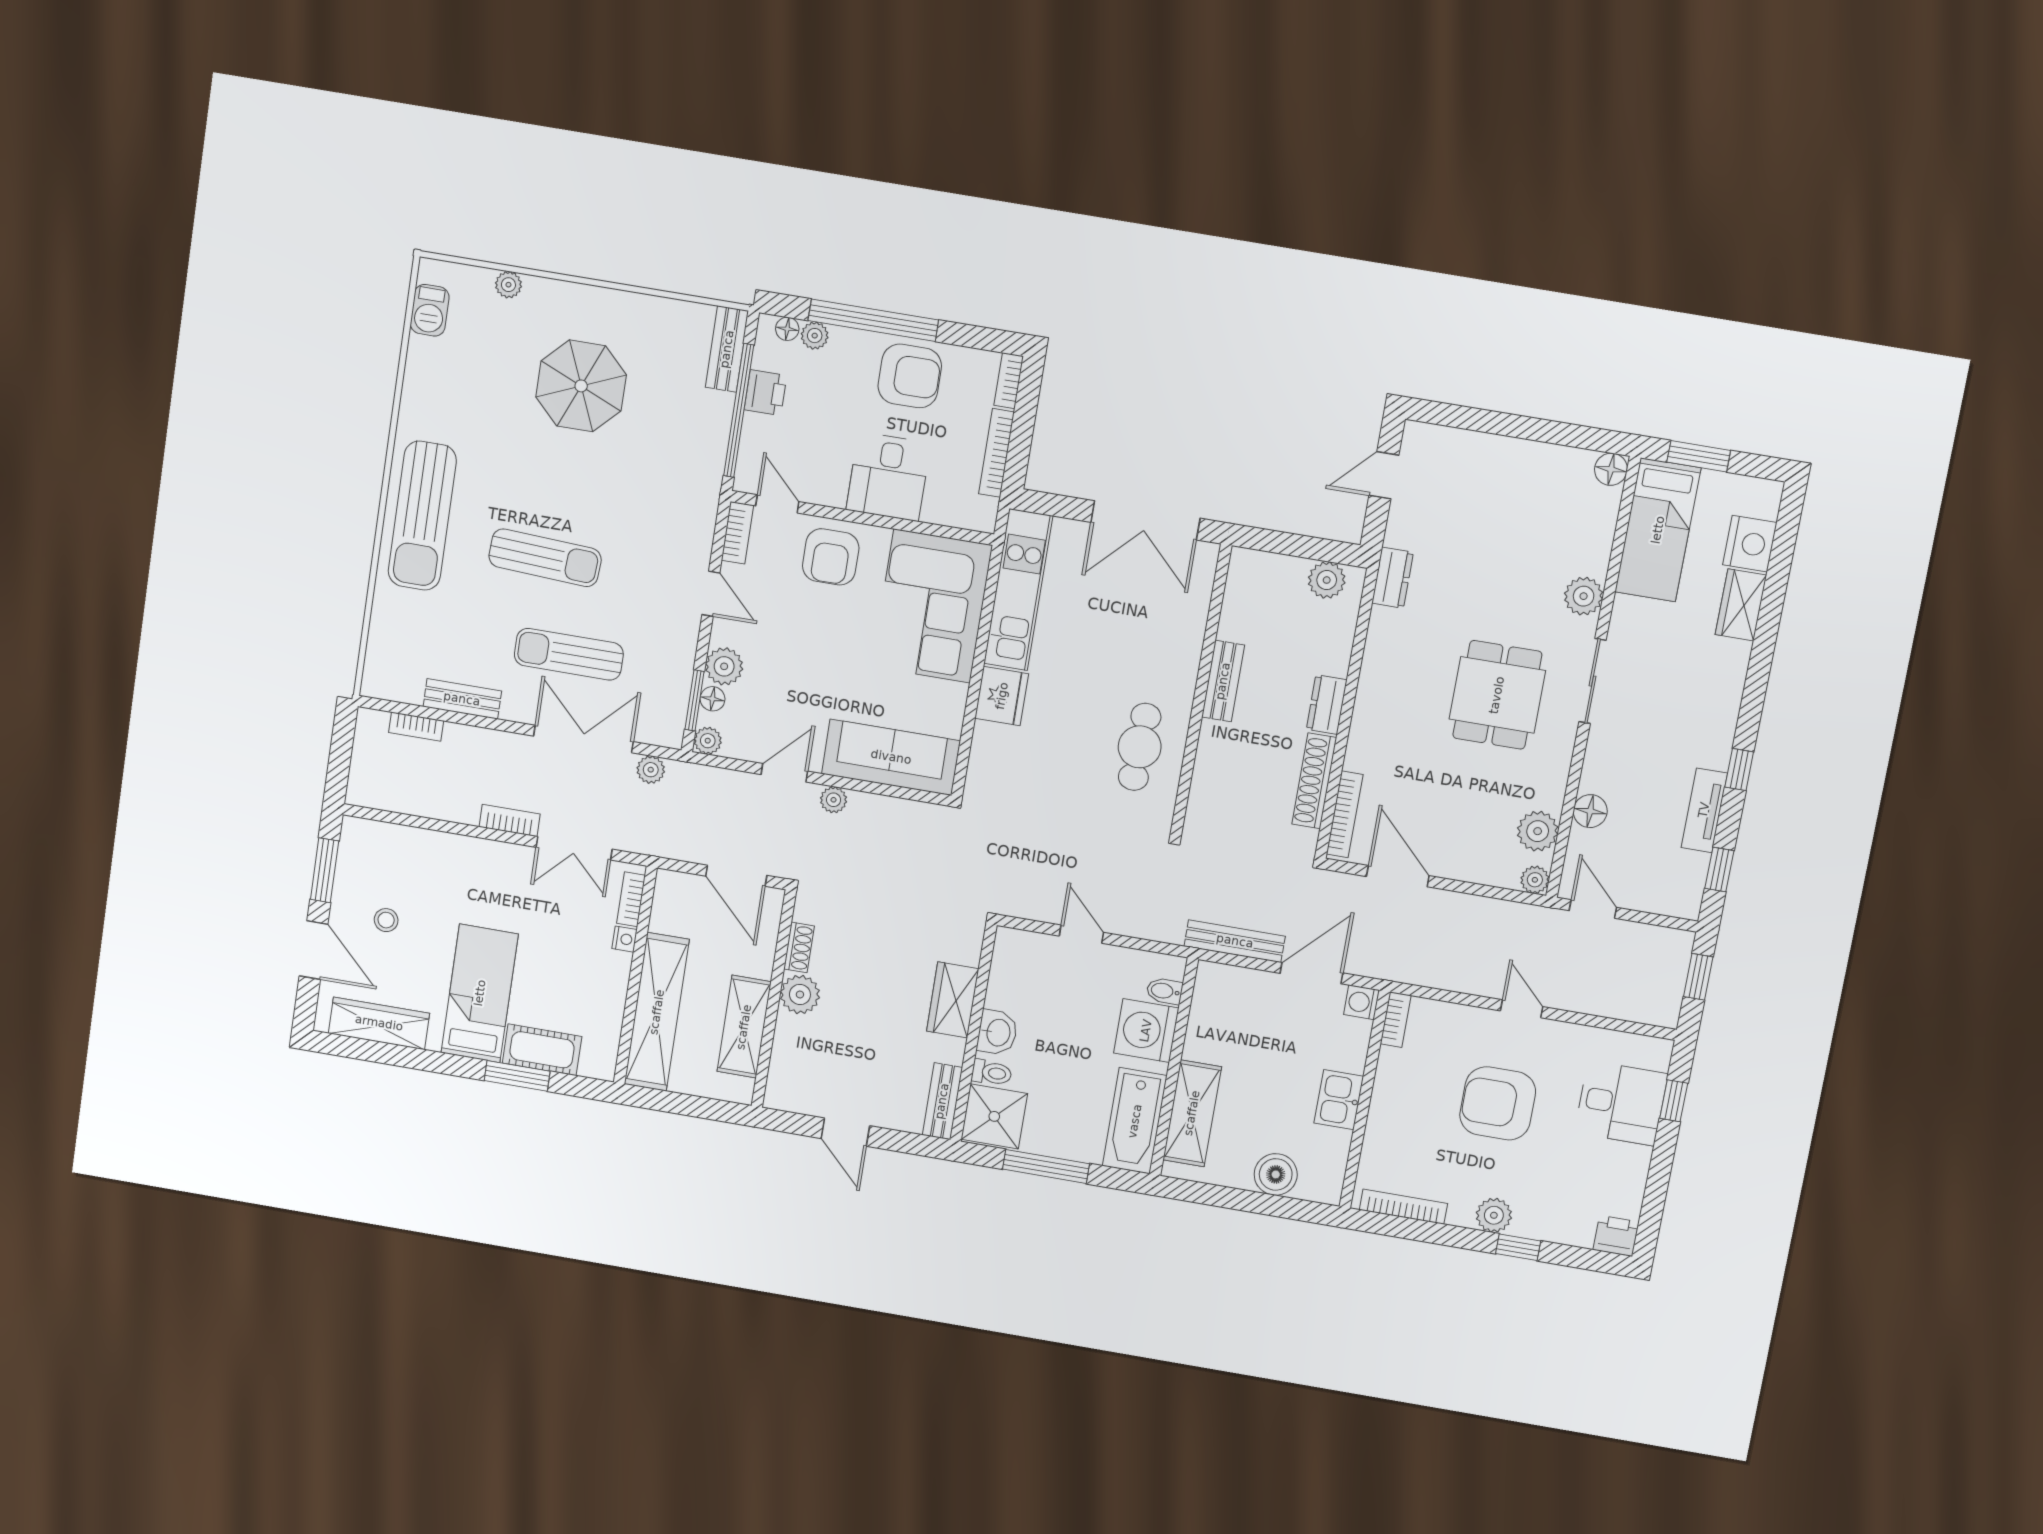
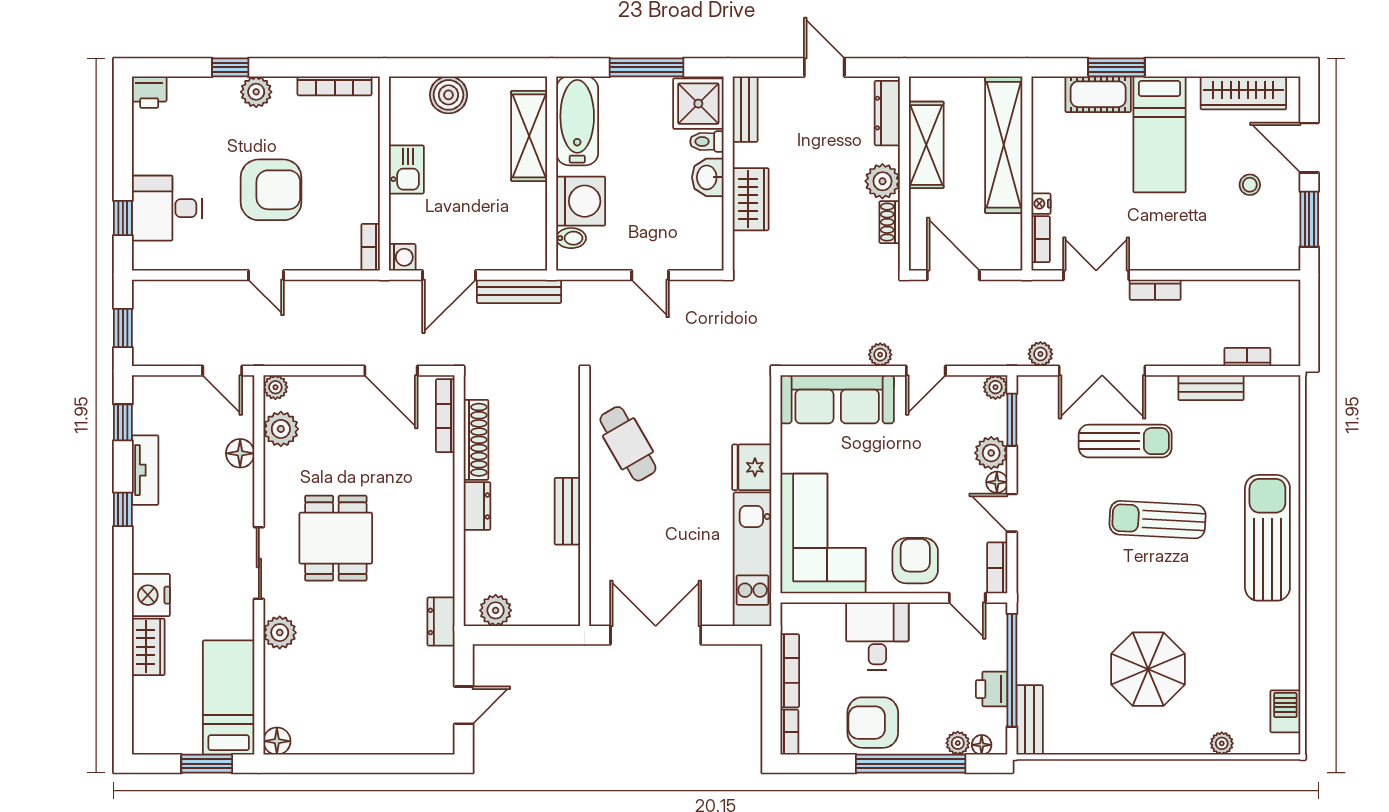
nightstand: (1750, 544) -> (151, 595), moved
floor lamp: (713, 699) -> (997, 482), moved
cafe table: (1140, 747) -> (628, 444), turned -32
dresser: (782, 1069) -> (887, 113), added

